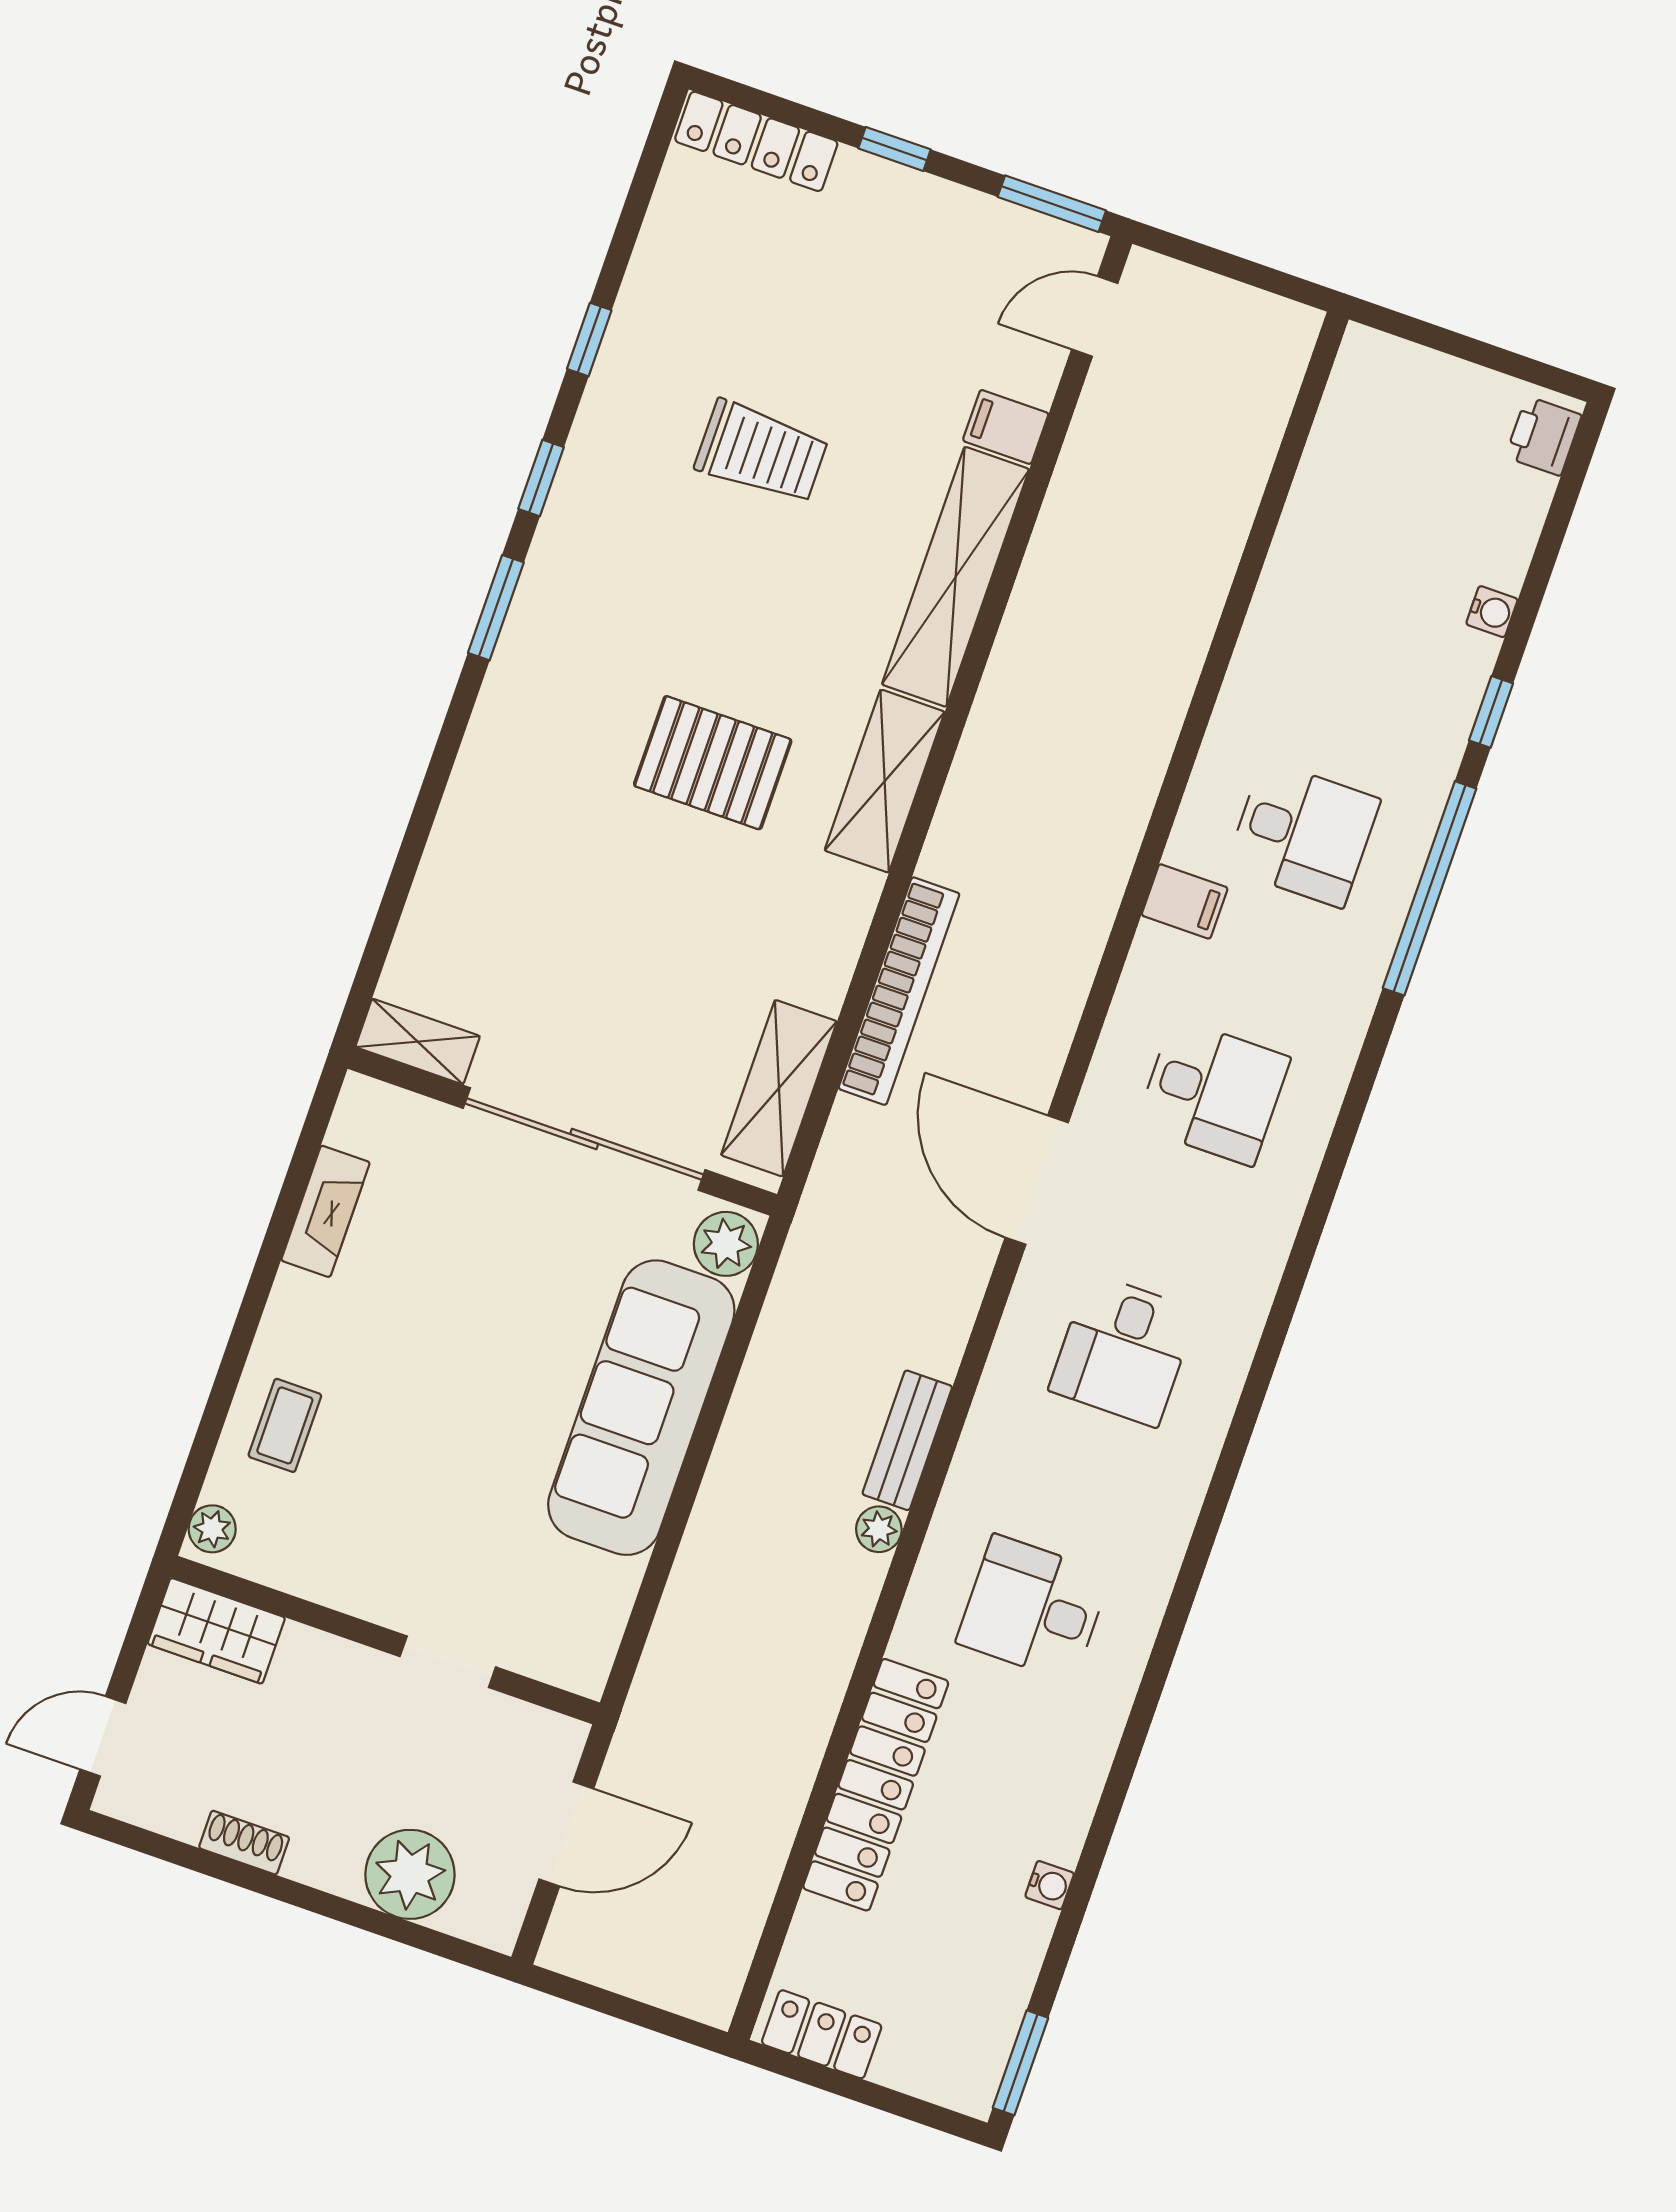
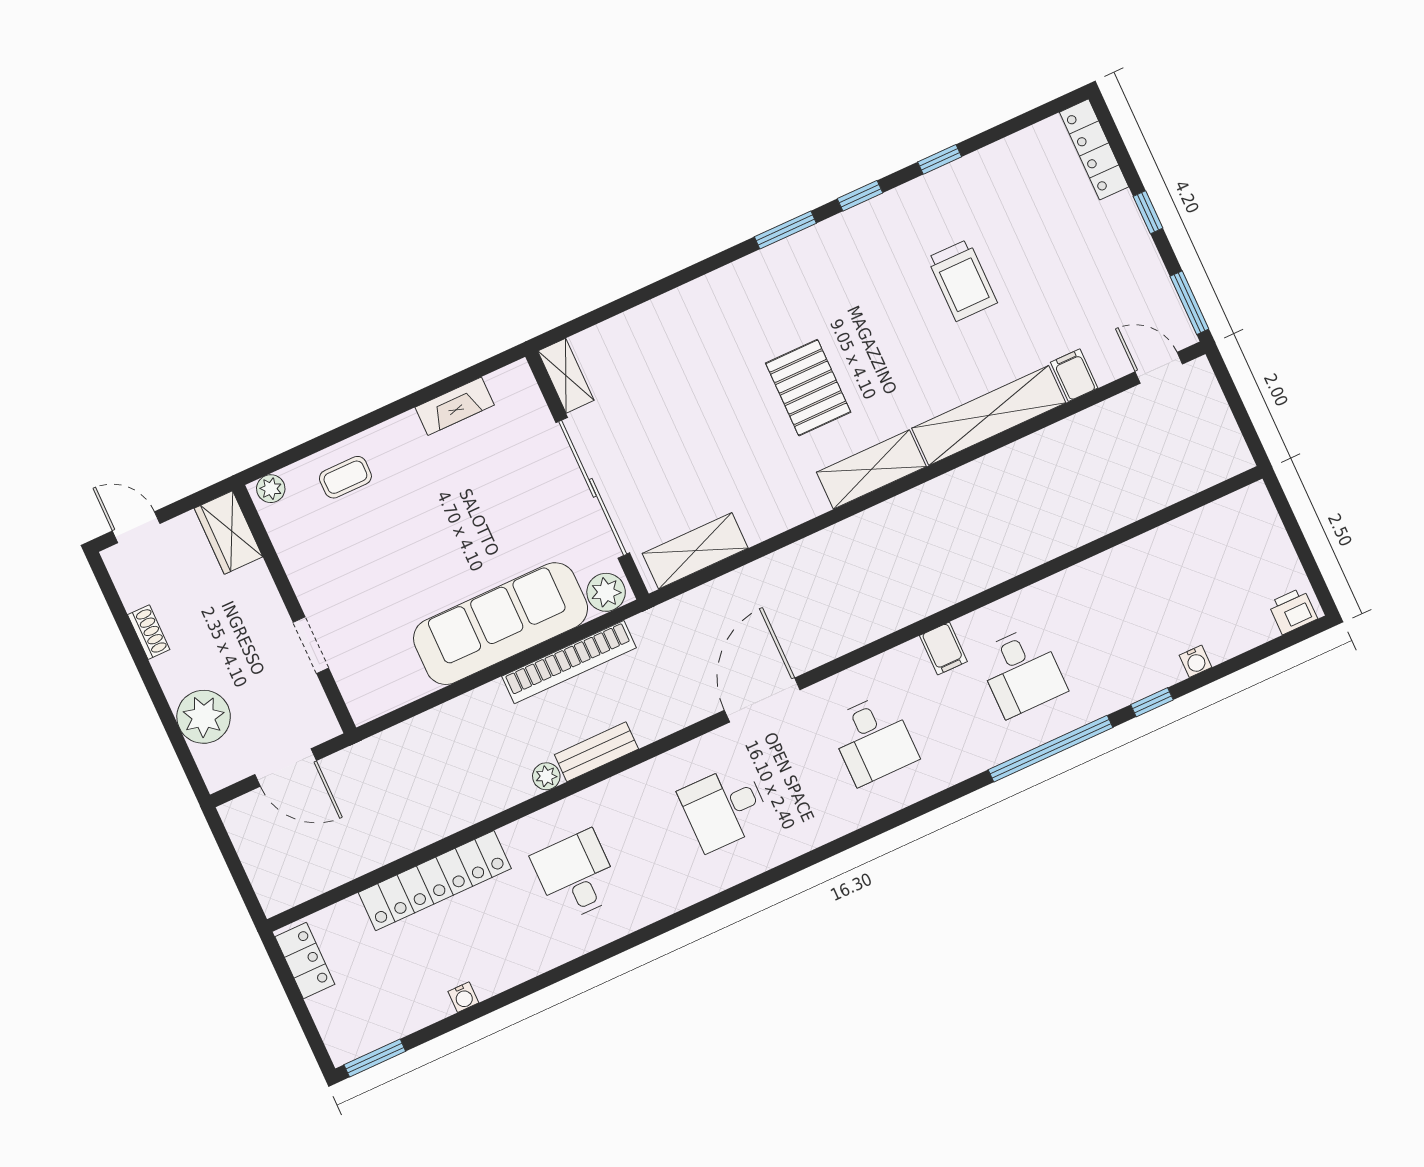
bookcase: (899, 991) -> (569, 662), moved

